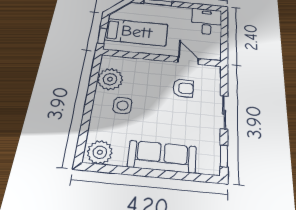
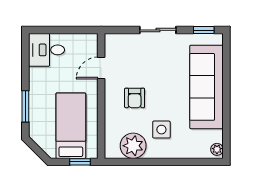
armchair: (183, 88) -> (135, 98), moved, turned 180
plant: (100, 152) -> (217, 149), width x0.53, depth x0.53
sofa: (162, 157) -> (206, 87), width x1.36, depth x1.27

